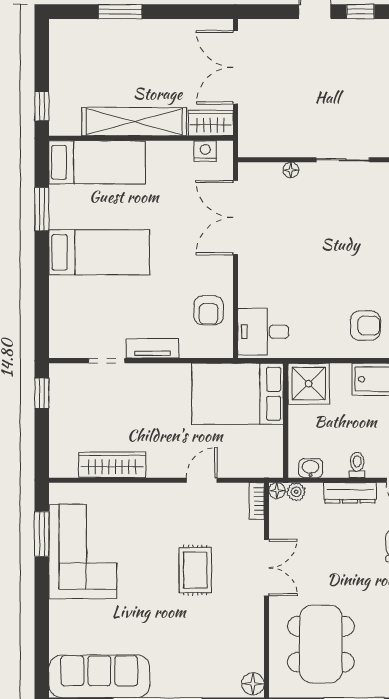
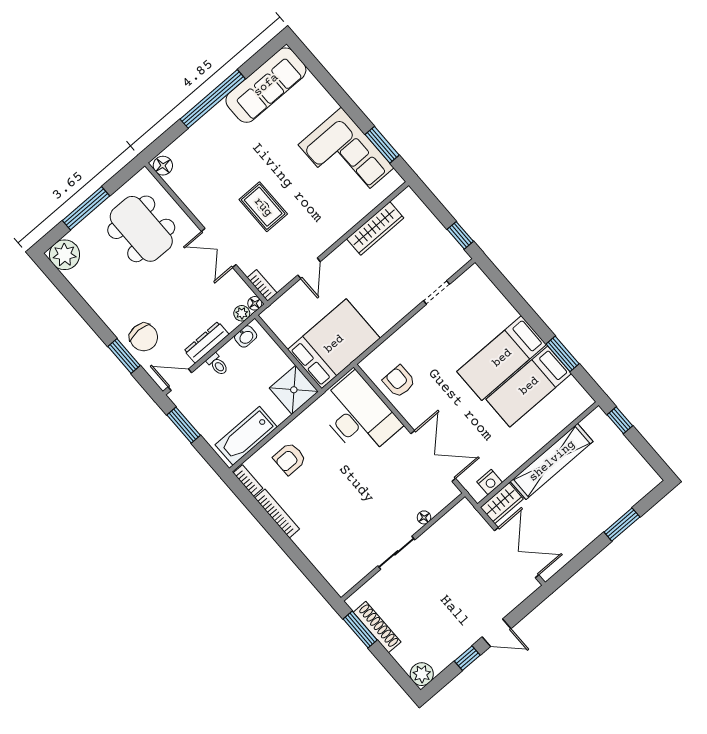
bed: (97, 162) -> (529, 386), moved
desk: (263, 332) -> (359, 416), width x1.87, depth x1.30
tv unit: (152, 348) -> (414, 326), removed

